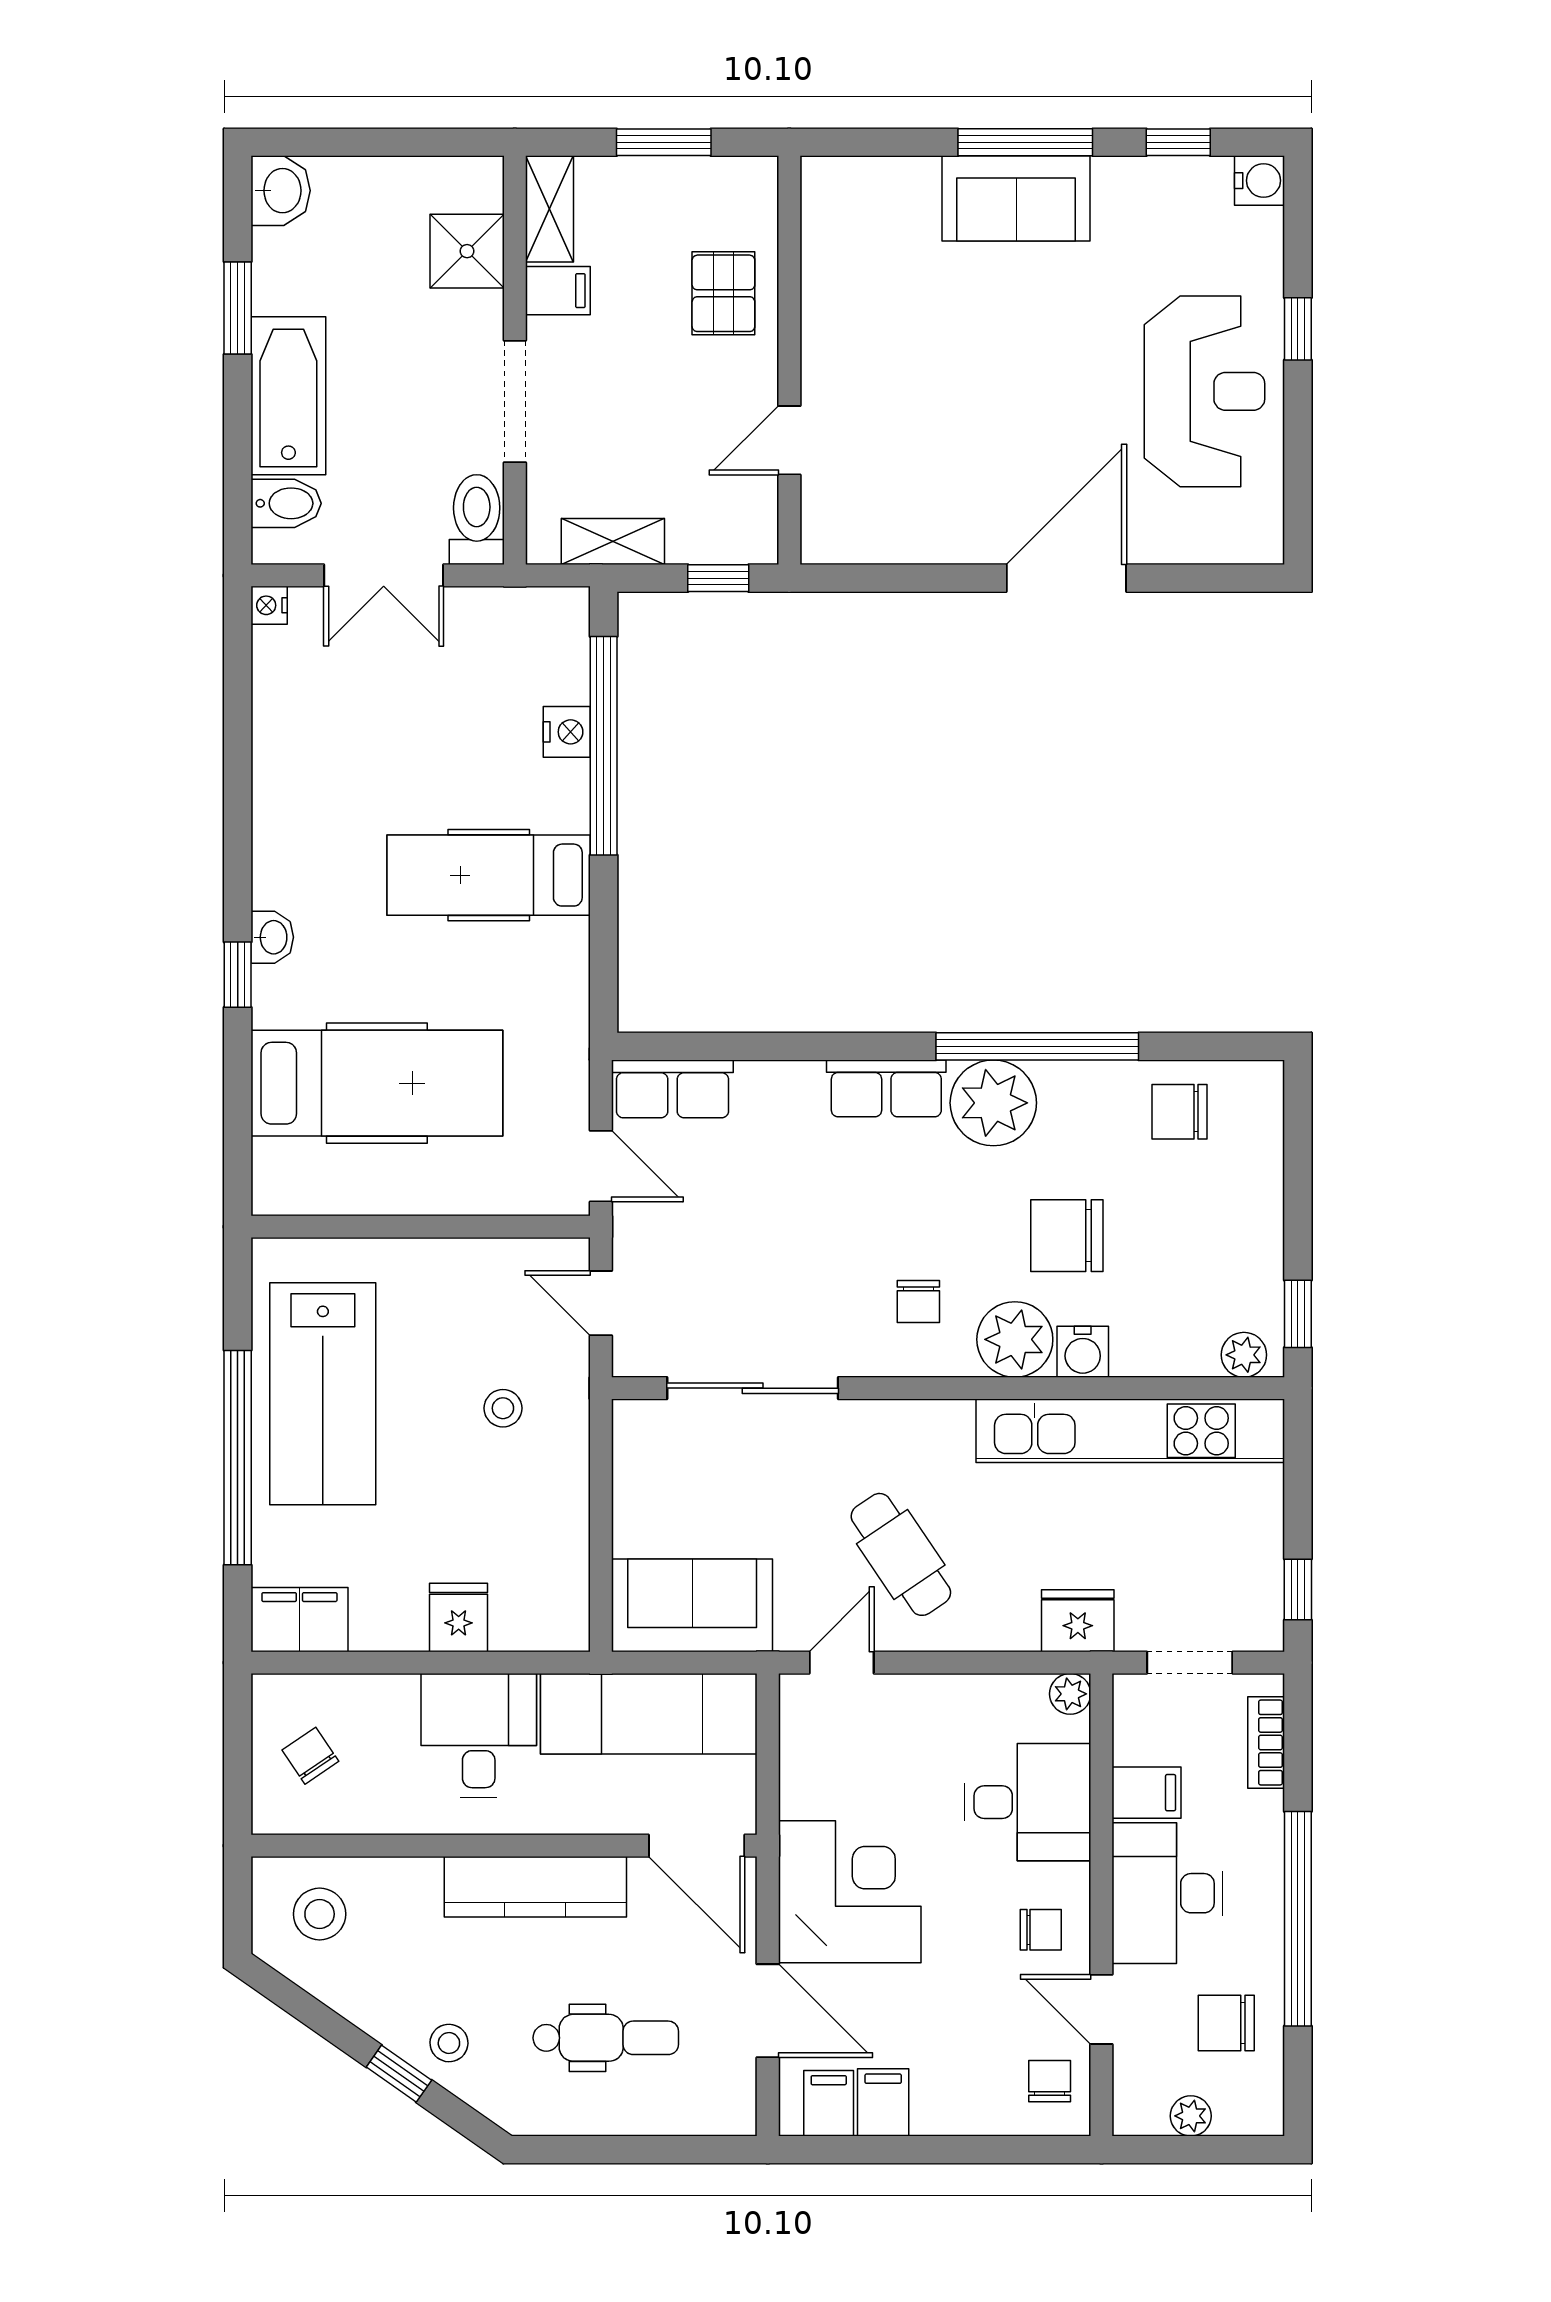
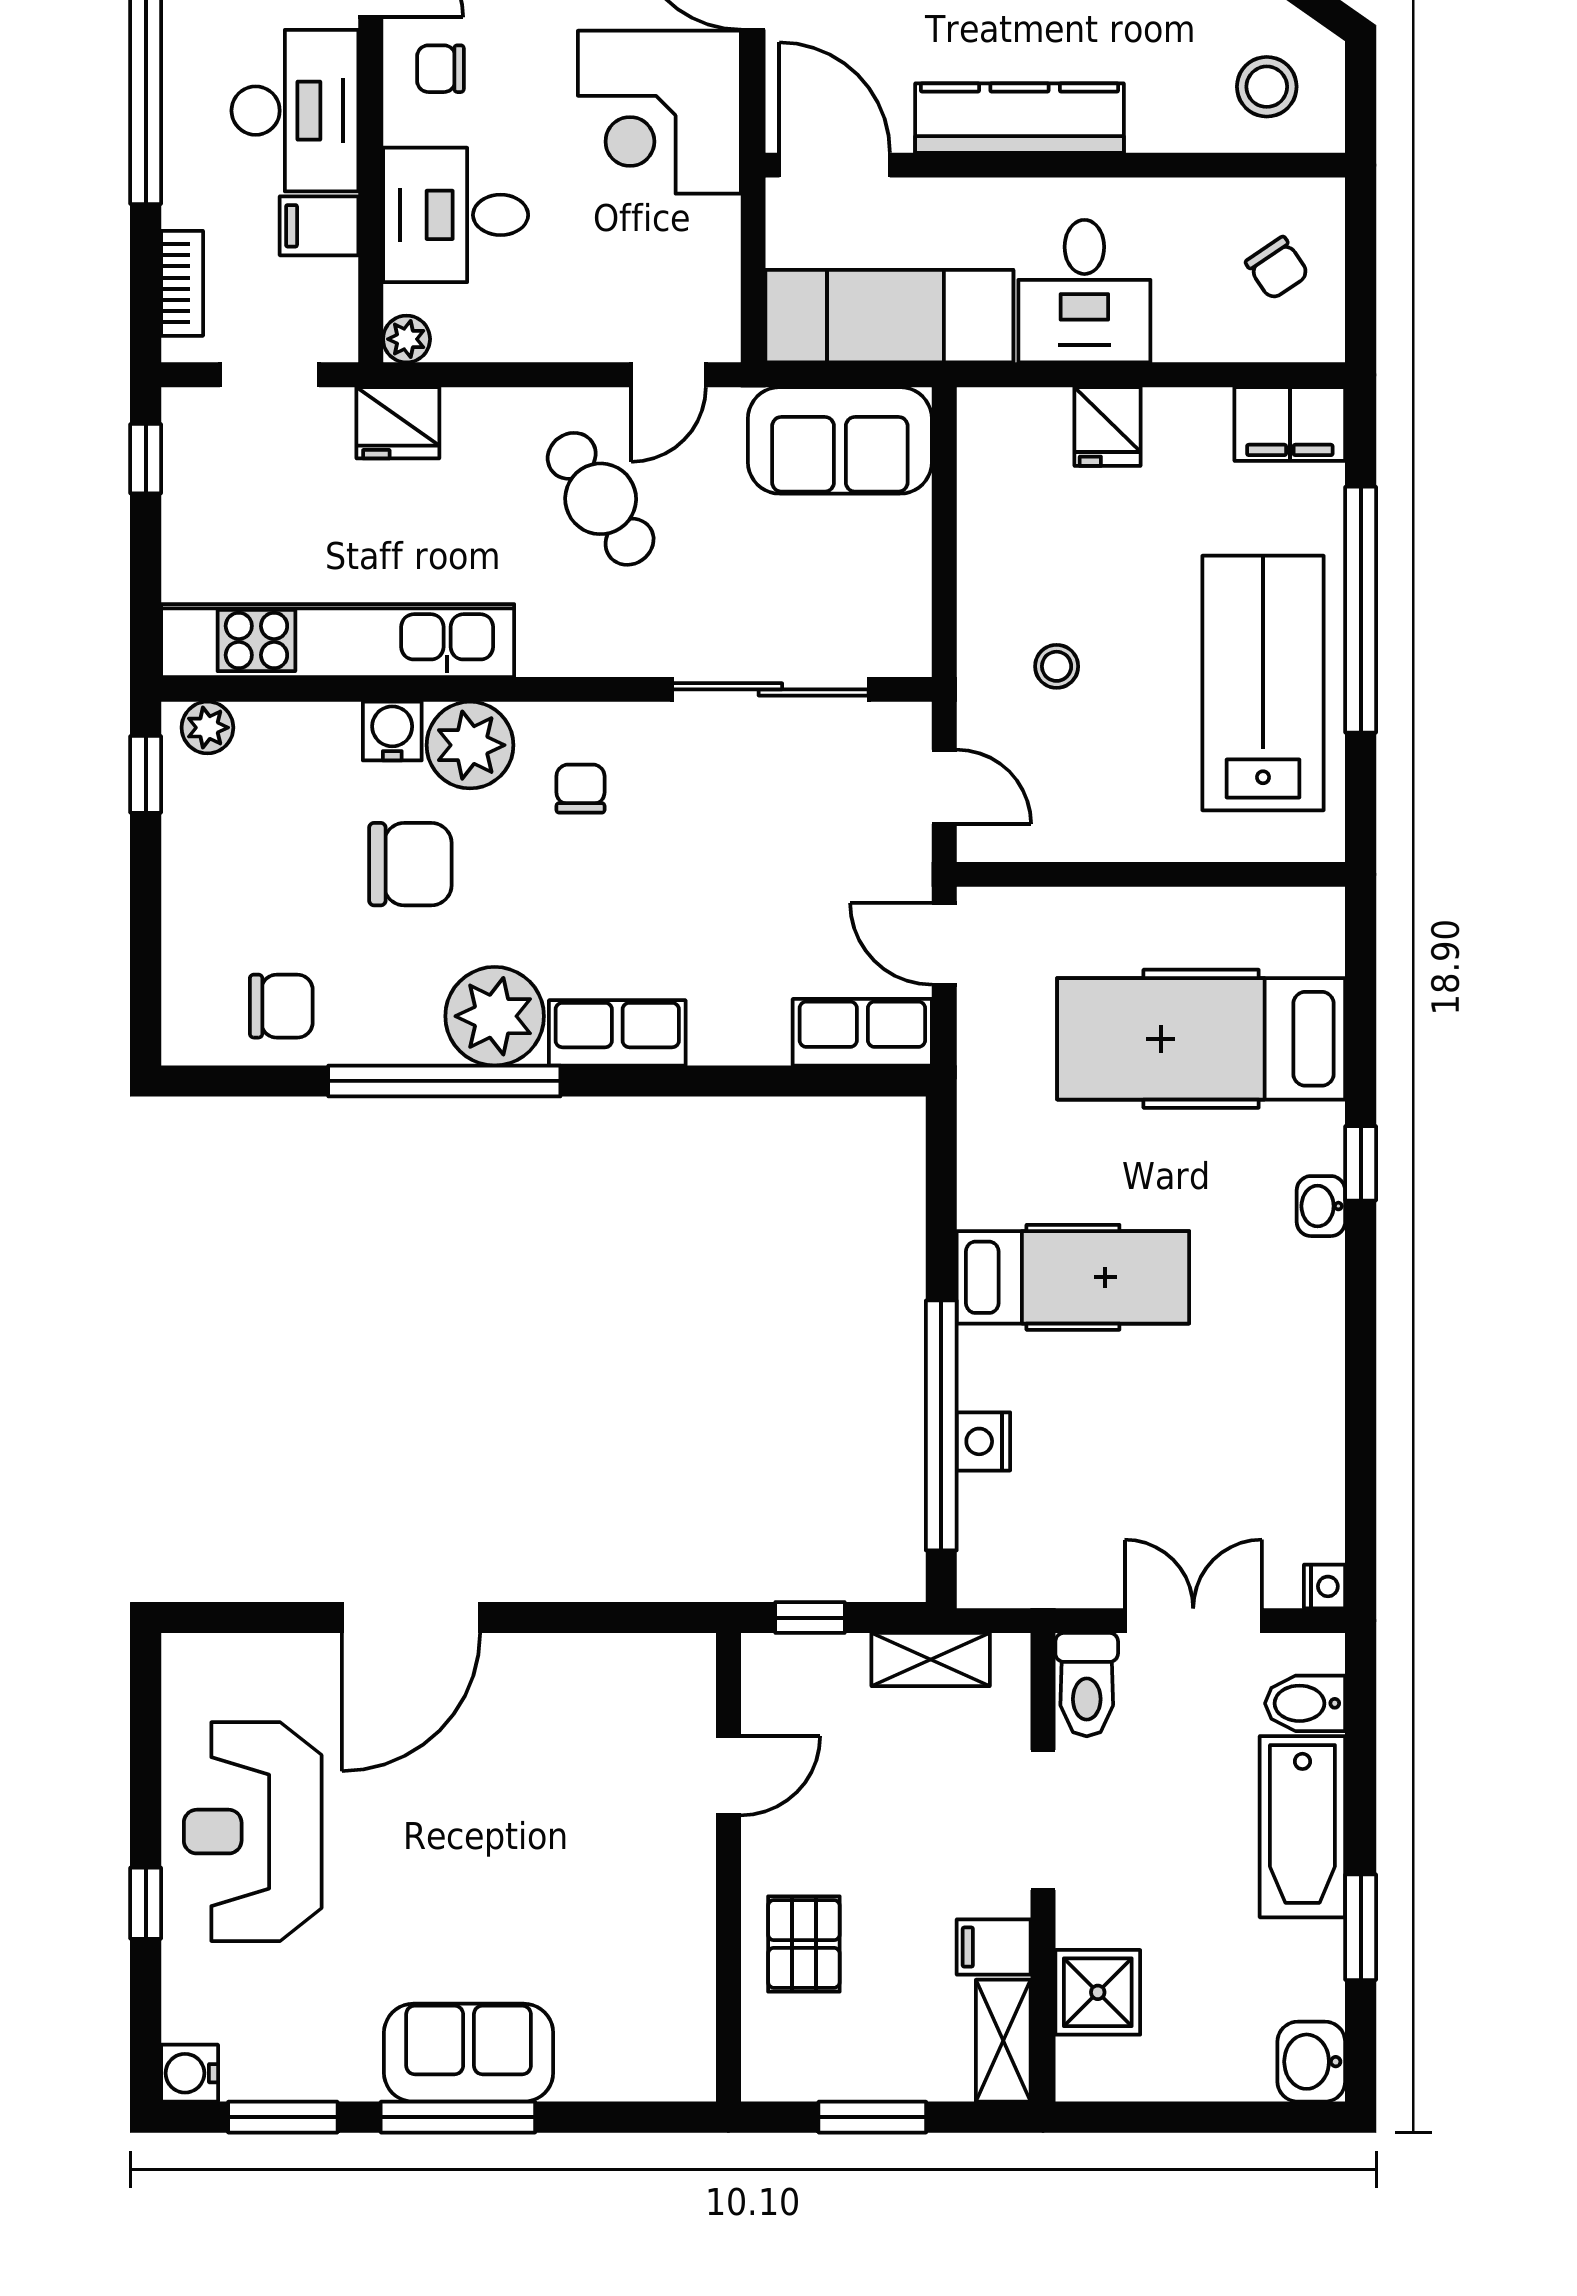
window: (1178, 142) -> (283, 2117), width x1.50

